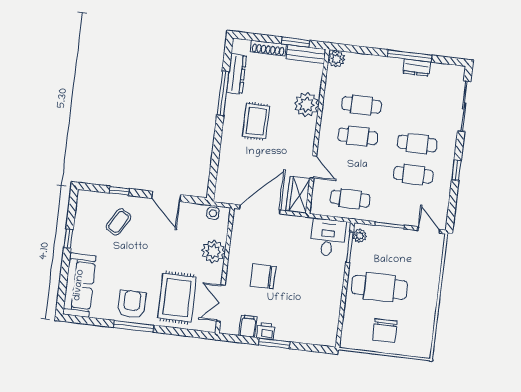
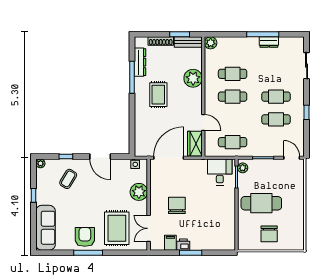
sliding door: (464, 106) -> (307, 66), width x0.73
plant: (83, 196) -> (40, 163), added
chair: (263, 276) -> (177, 205), turned 90

